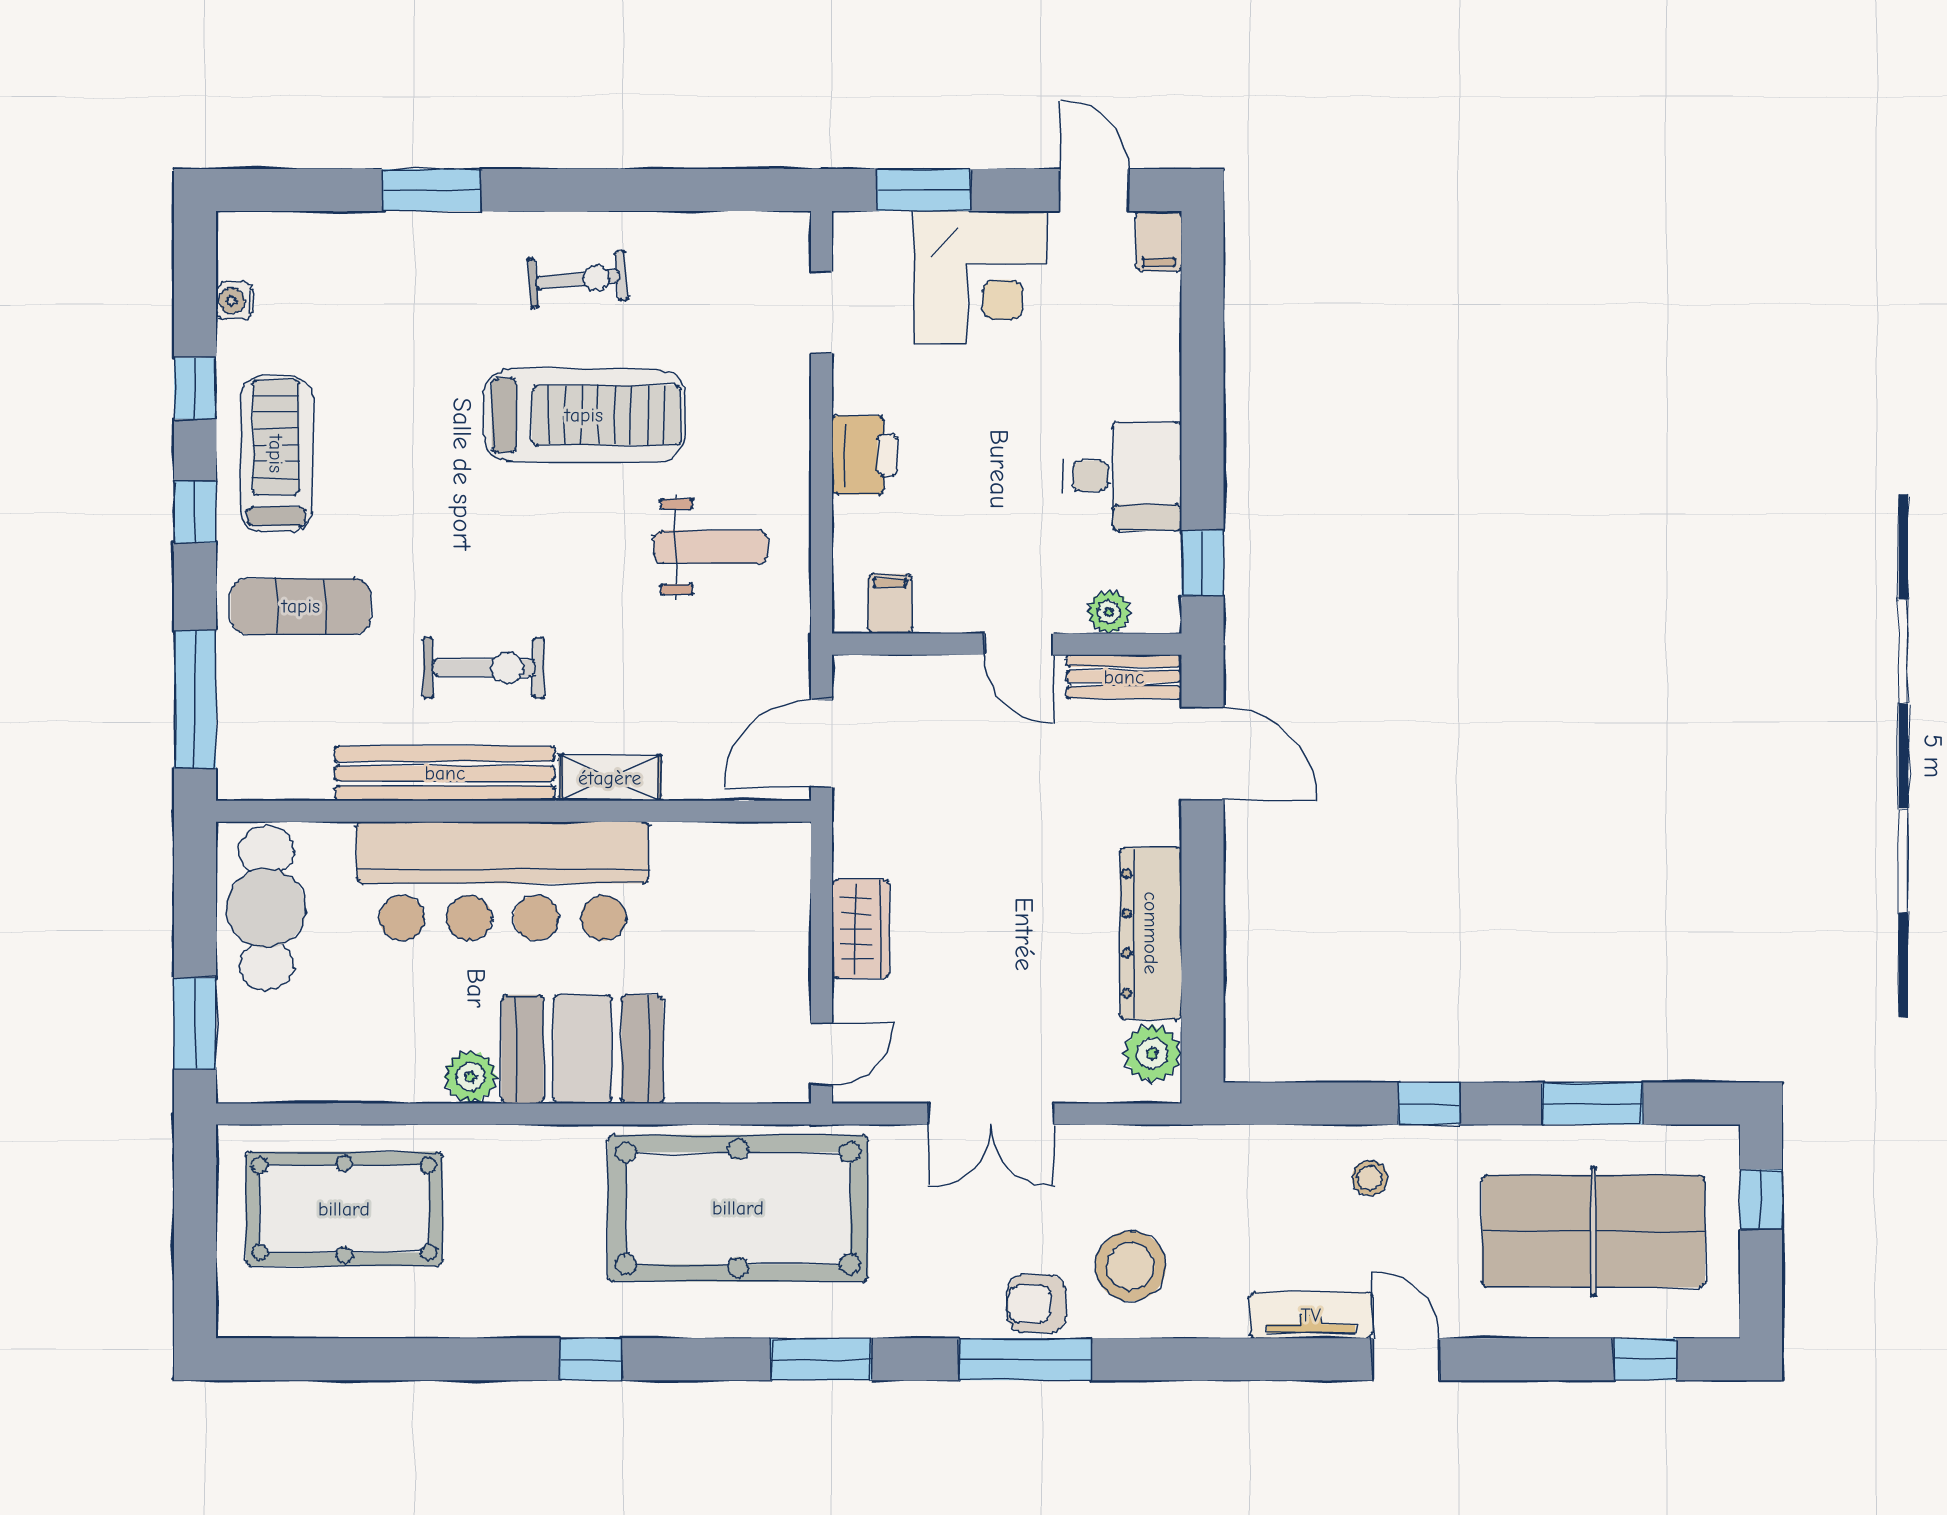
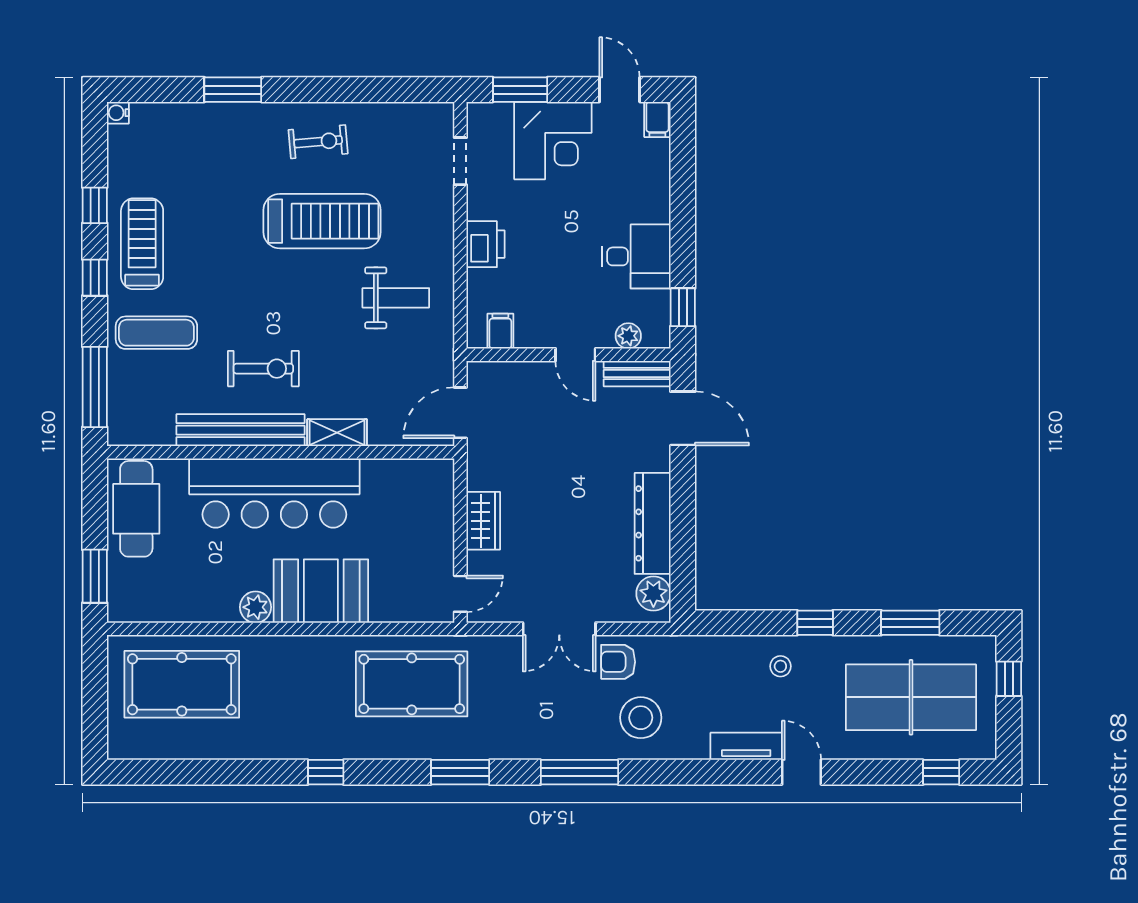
water cooler: (235, 301) -> (118, 113), moved
pool table: (738, 1208) -> (412, 684), width x0.73, depth x0.76
armchair: (1037, 1304) -> (618, 662), moved

